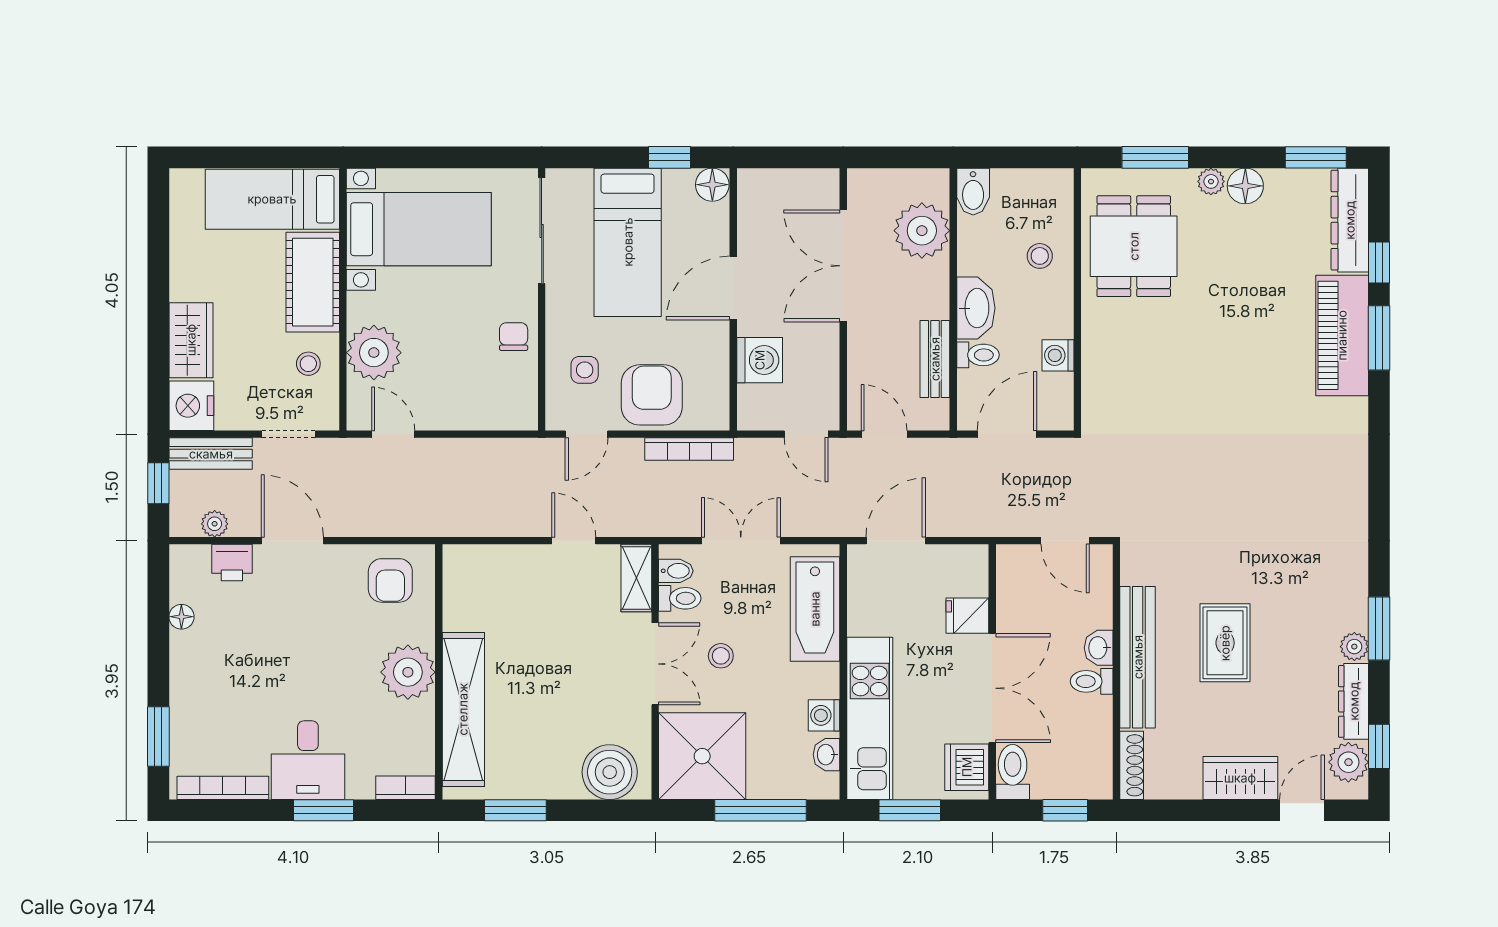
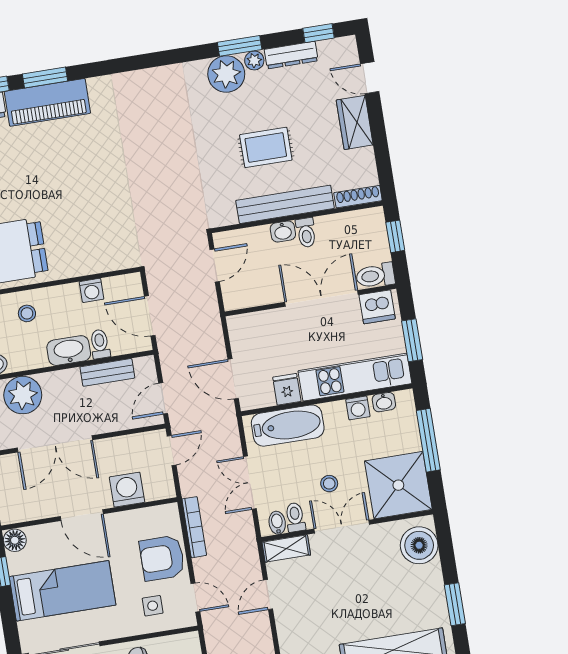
fridge: (967, 616) -> (287, 389), moved, turned 180
plant: (1348, 762) -> (226, 74), moved, width x1.36, depth x1.36

